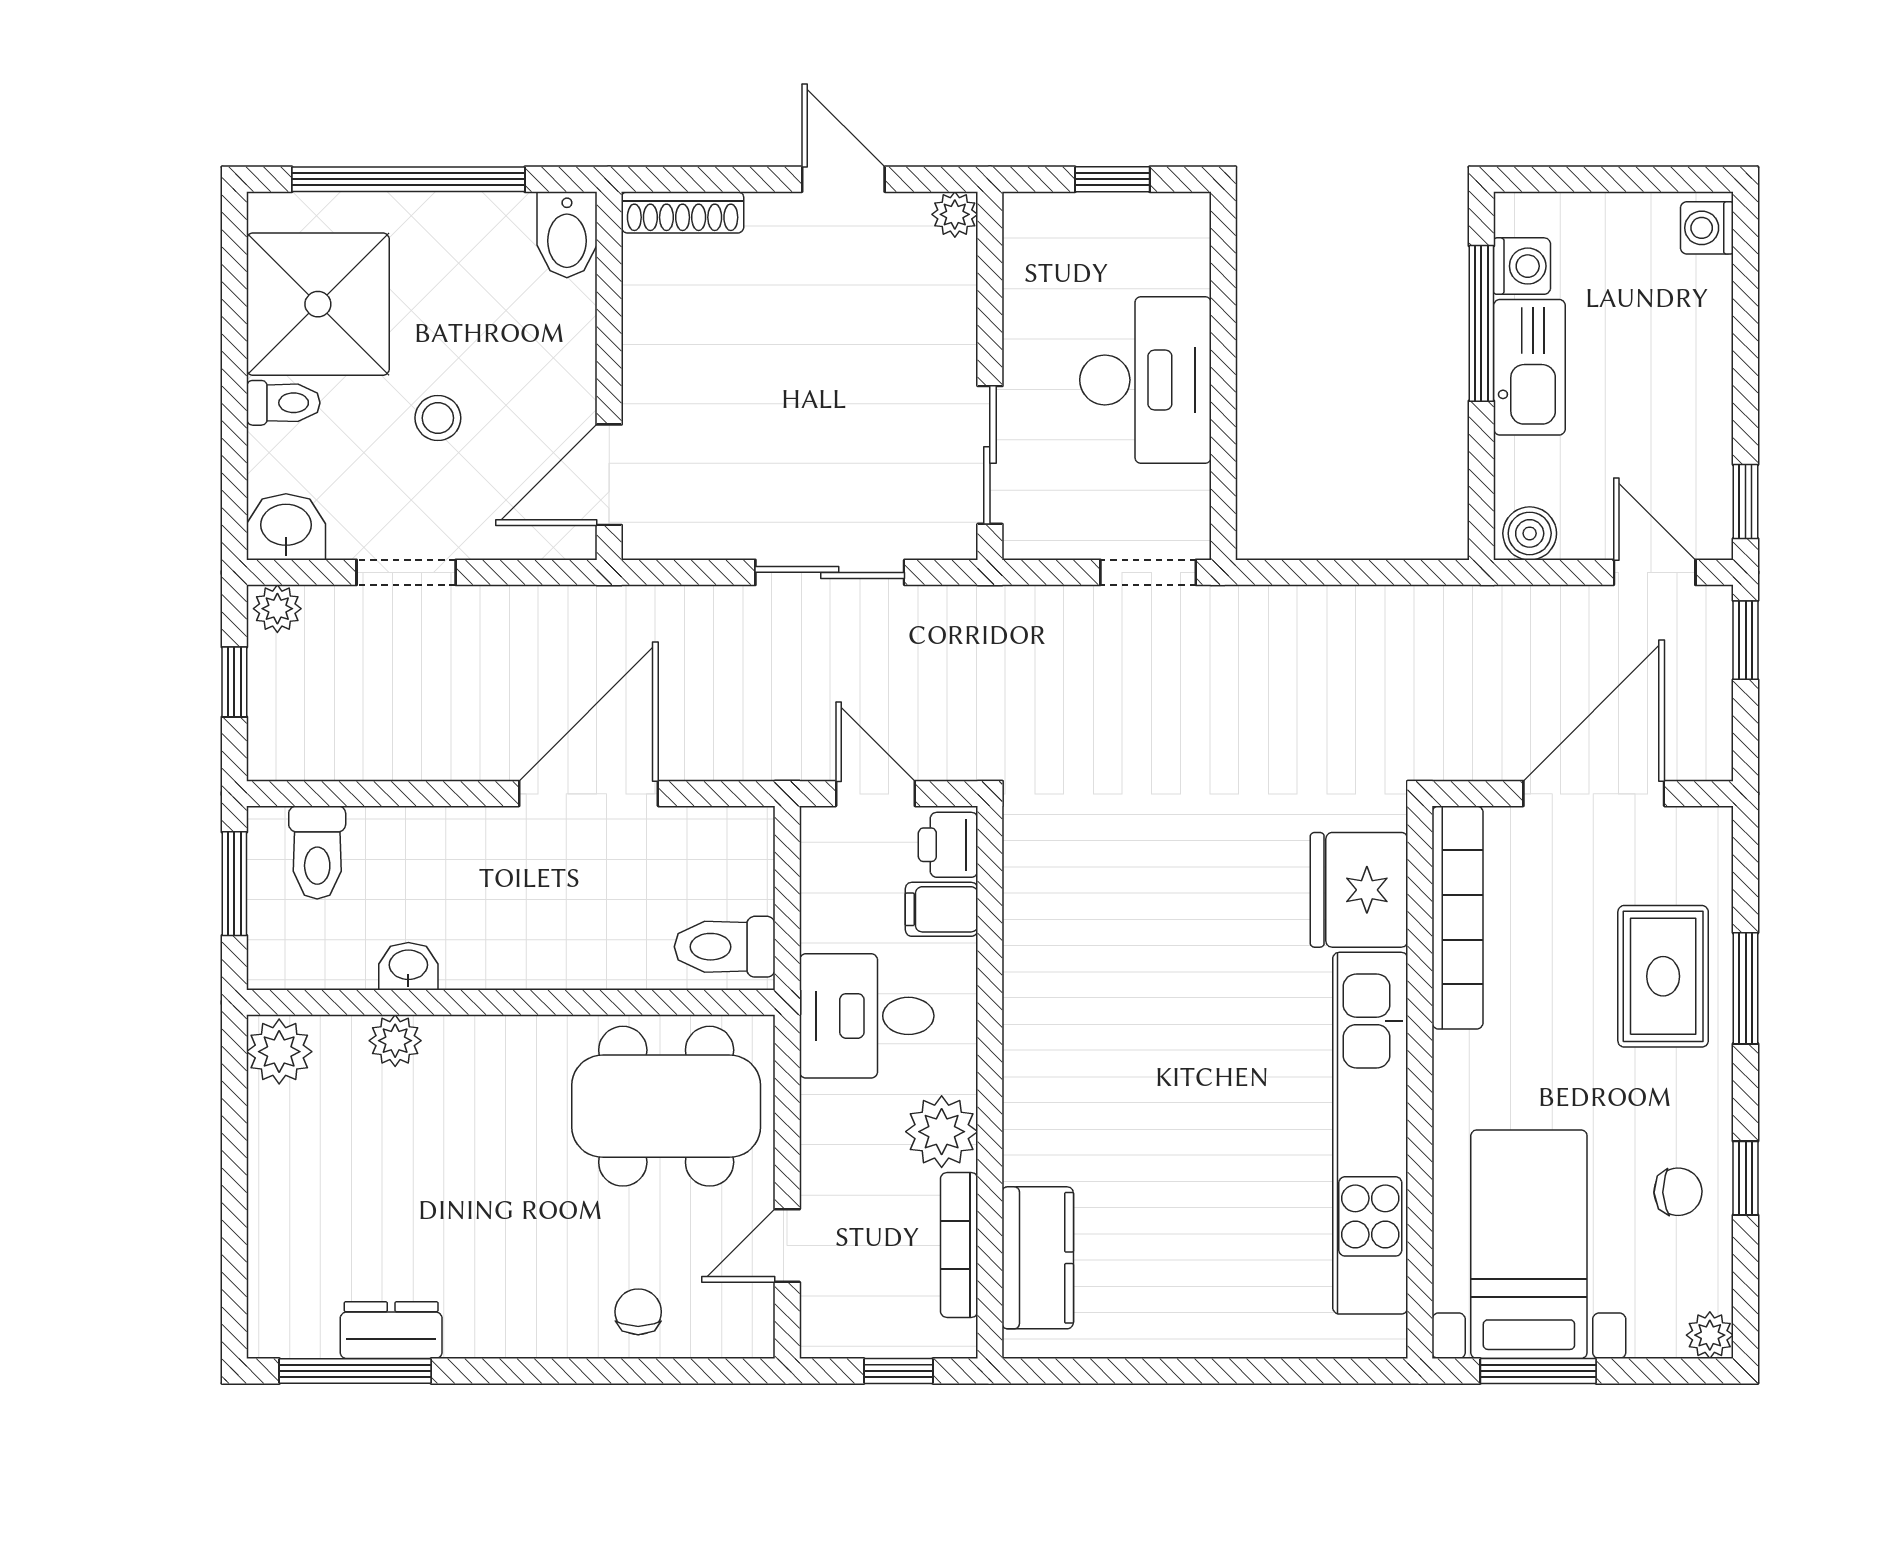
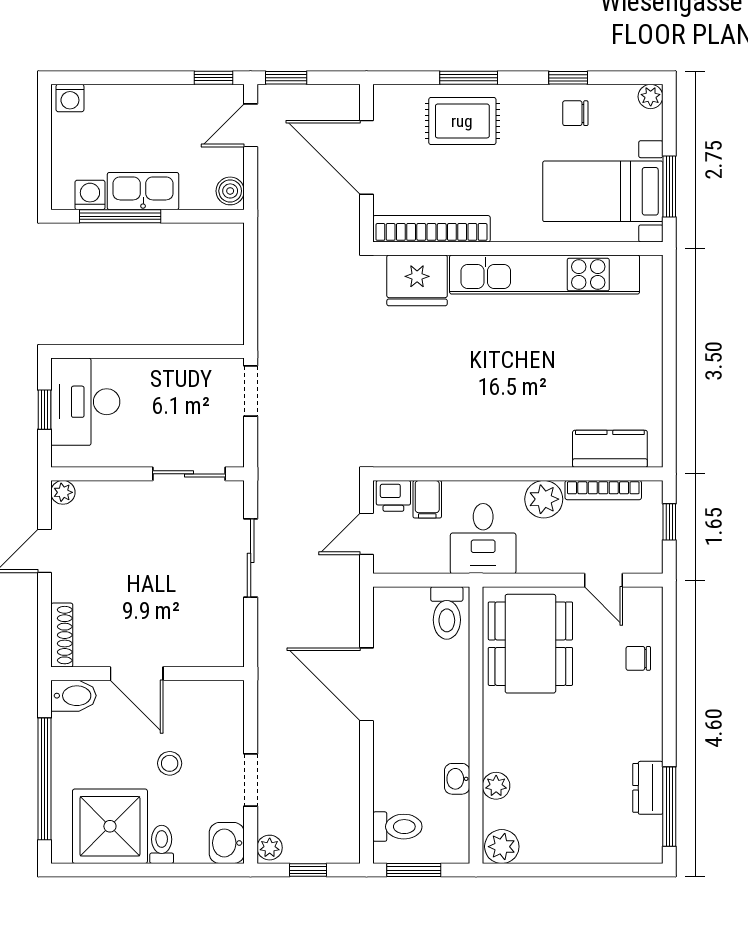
desk: (1146, 380) -> (85, 402), moved, turned -90
door: (609, 475) -> (137, 674), moved
chair: (1678, 1192) -> (575, 113), turned -88

